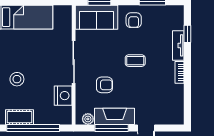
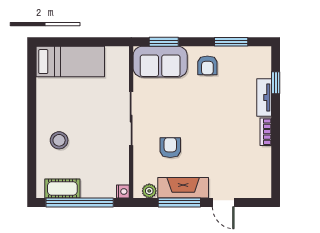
coffee table: (135, 61) -> (209, 117), removed
armchair: (104, 85) -> (170, 148), turned -90
nightstand: (63, 96) -> (123, 192), moved, width x0.53, depth x0.56

